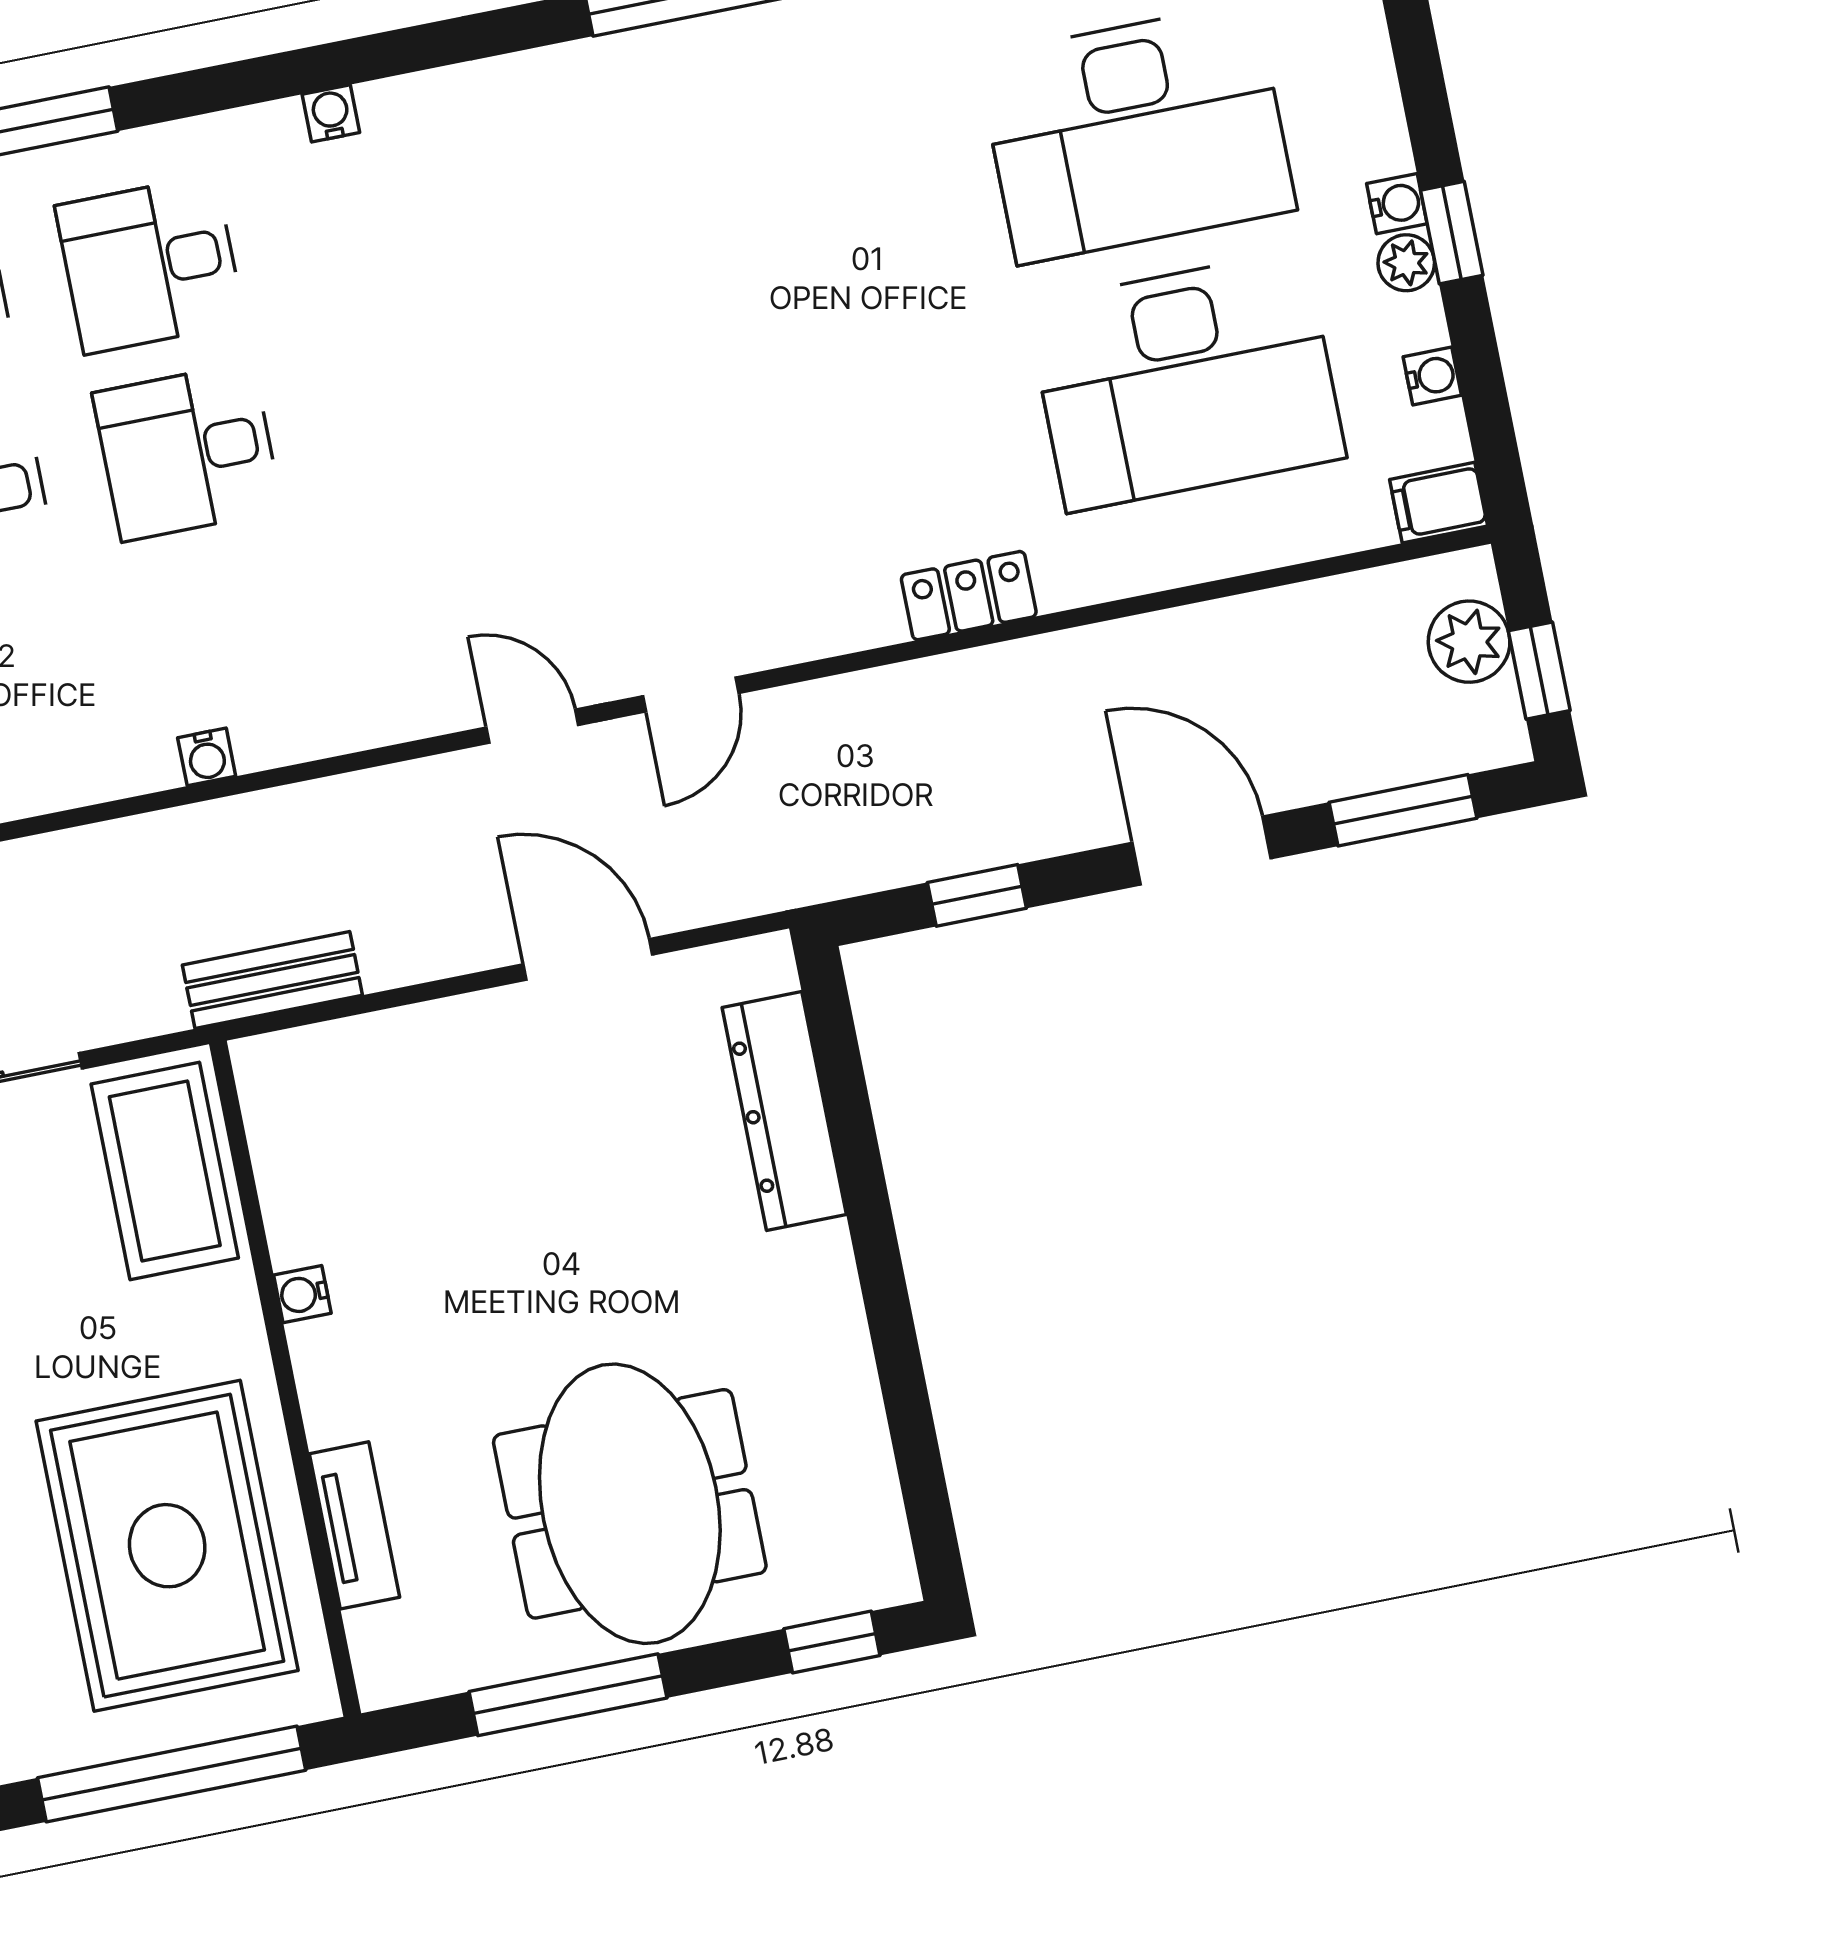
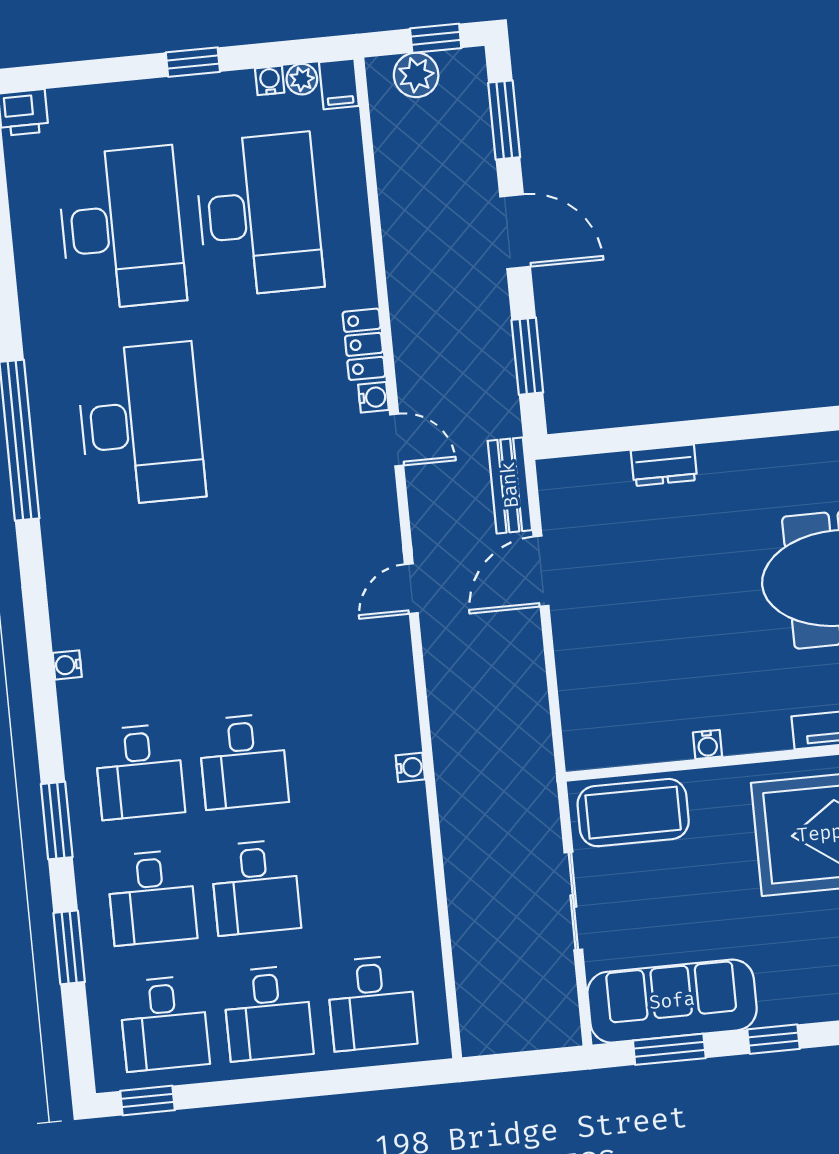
desk: (783, 204) -> (141, 424), added
water cooler: (1397, 204) -> (373, 397), moved, turned 90
plant: (1406, 263) -> (302, 79), moved
door: (691, 695) -> (397, 440), moved
door: (1202, 850) -> (515, 232), swing flipped
window: (977, 895) -> (527, 356), width x1.50
bench: (272, 980) -> (510, 485), moved
dresser: (784, 1111) -> (664, 465), width x0.51, depth x0.80

